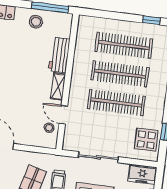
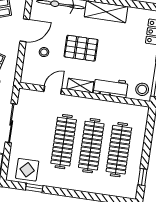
stool: (36, 22) -> (142, 89), moved
pallet: (19, 86) -> (81, 48), added
stool: (49, 128) -> (44, 52), moved

